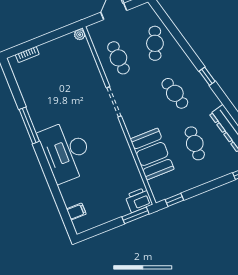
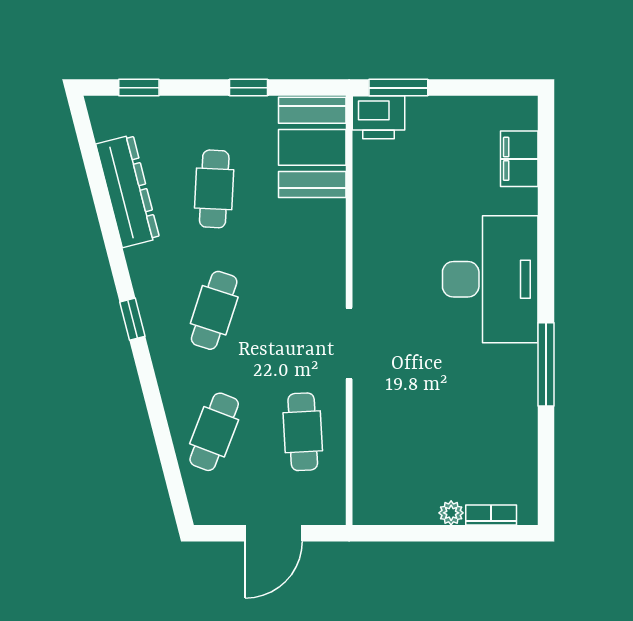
plant: (80, 35) -> (451, 513), moved
cafe table: (175, 93) -> (214, 310), turned 33
booth: (152, 154) -> (312, 147), moved
window: (174, 200) -> (249, 88), moved
filing cabinet: (76, 212) -> (519, 159), width x2.00

